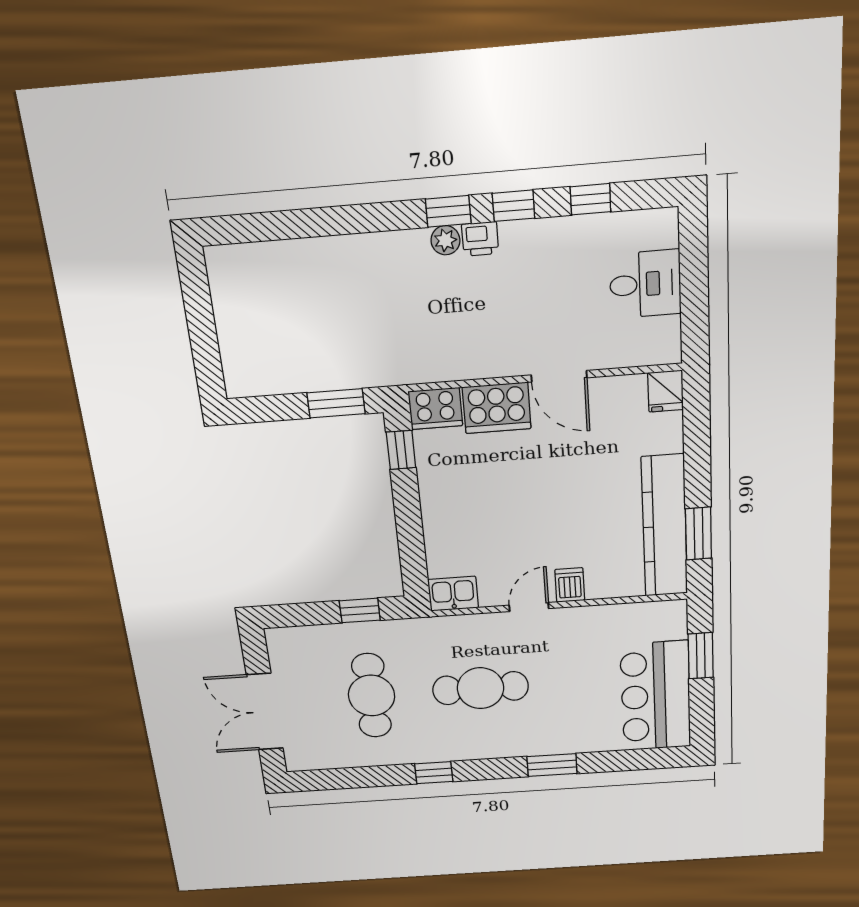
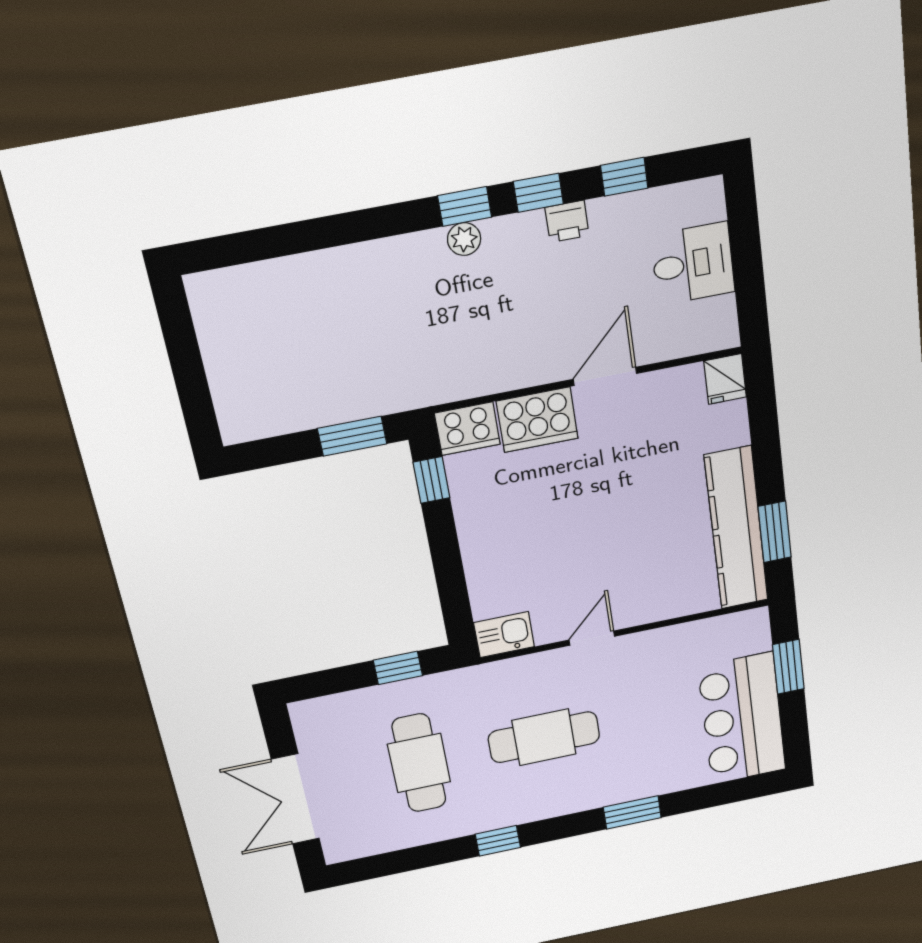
printer: (480, 239) -> (567, 221), moved
door: (559, 376) -> (605, 376), swing flipped
dishwasher: (570, 585) -> (636, 607), removed

